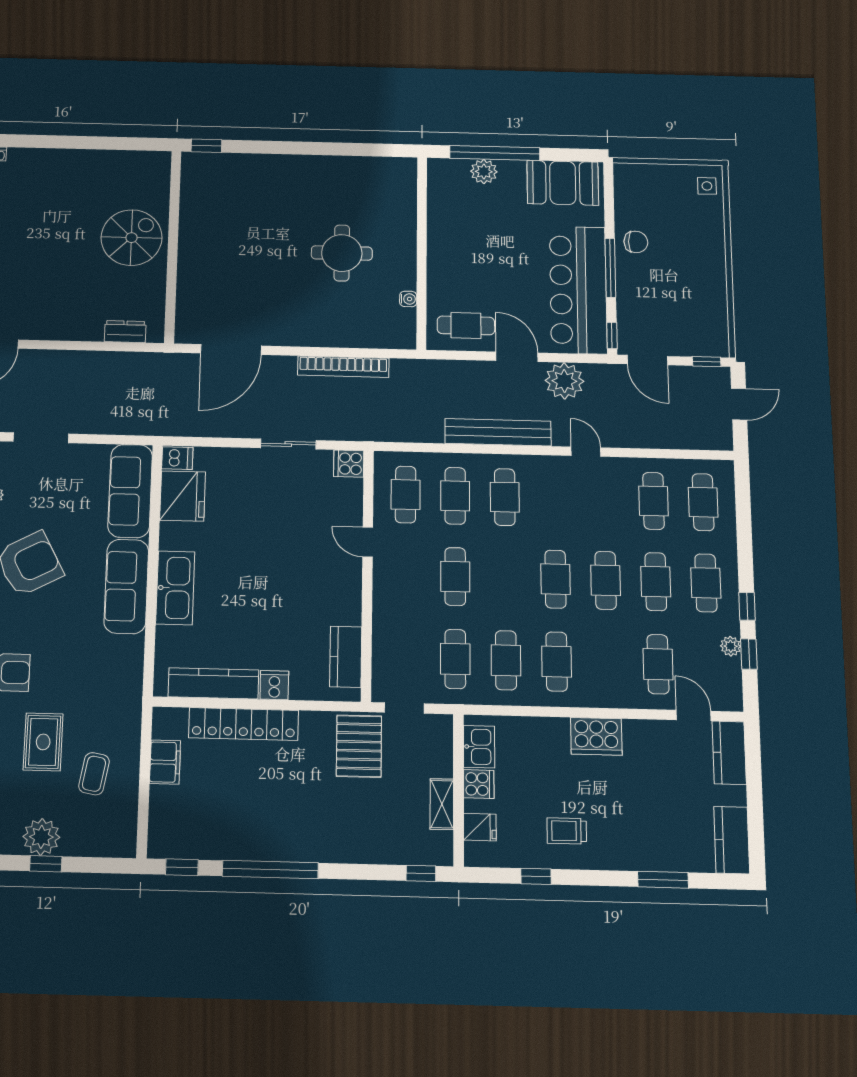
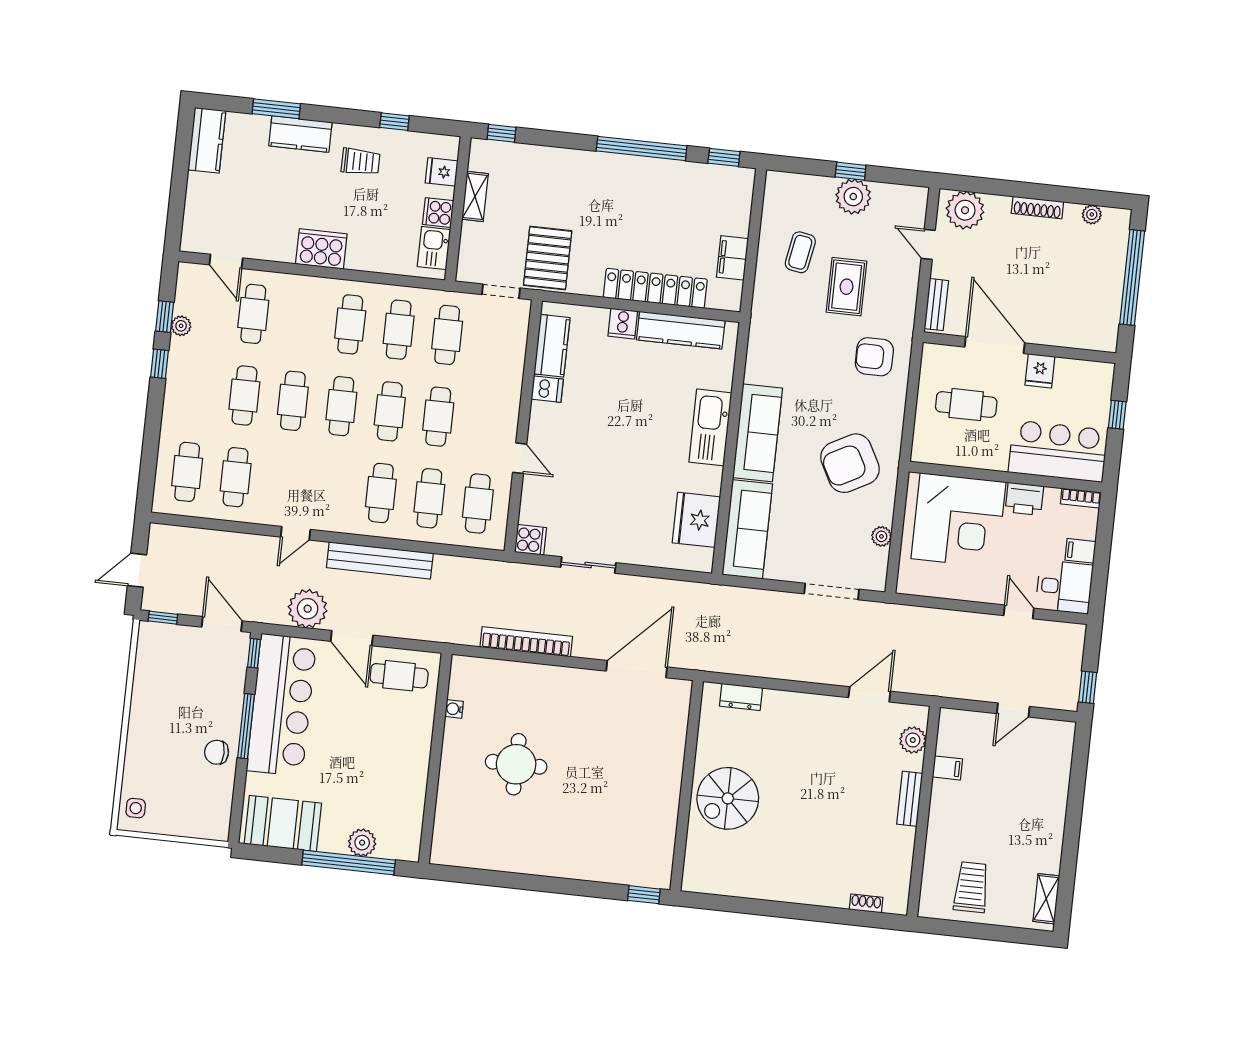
door: (586, 452) -> (295, 533), hinge flipped
dishwasher: (177, 458) -> (547, 389), moved, turned 180
cafe table: (706, 583) -> (390, 411), moved
kitchen counter: (729, 753) -> (300, 134), moved, turned 90

